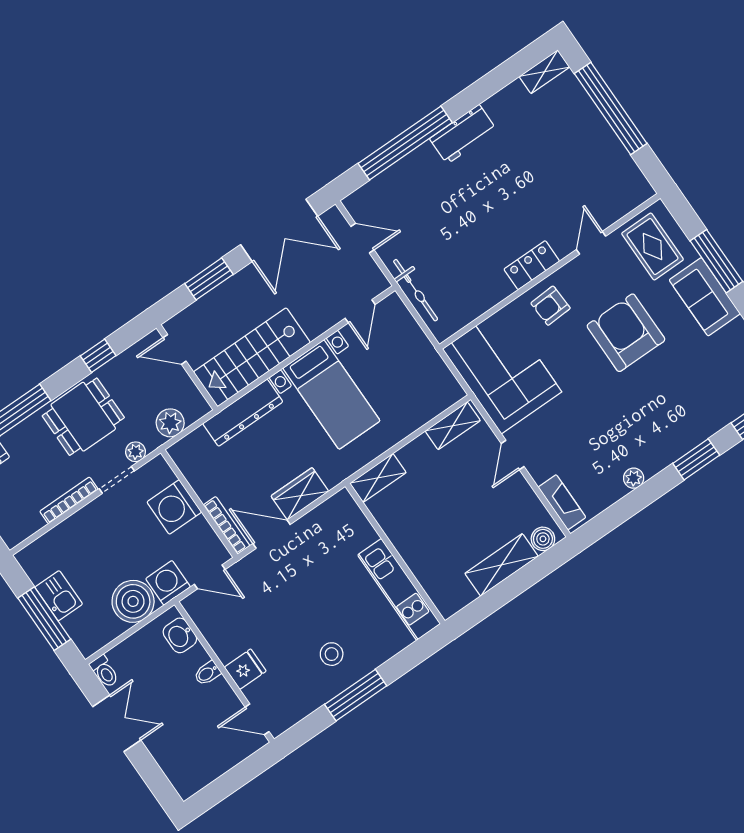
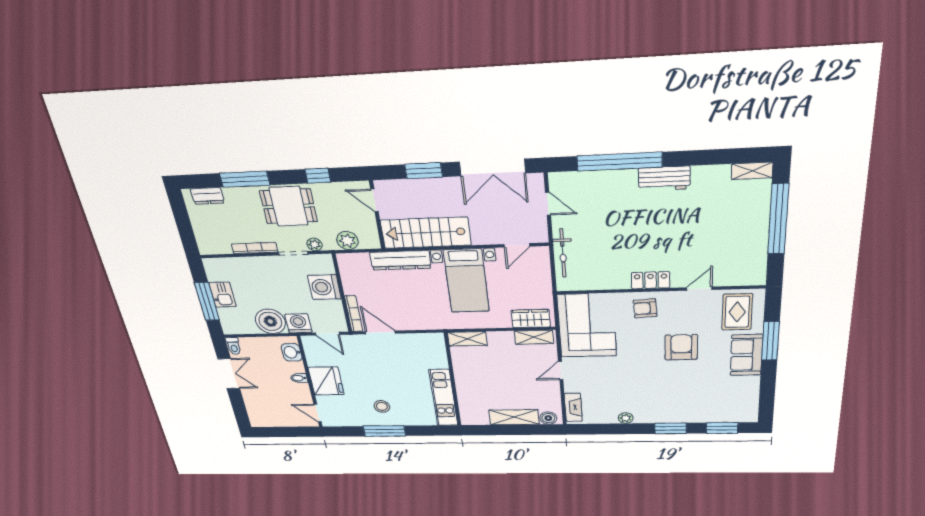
armchair: (626, 333) -> (681, 347), width x0.73, depth x0.73
wardrobe: (300, 494) -> (531, 319), moved
fridge: (245, 669) -> (326, 381), width x1.88, depth x1.34

